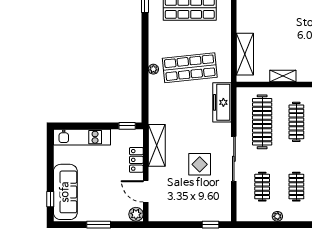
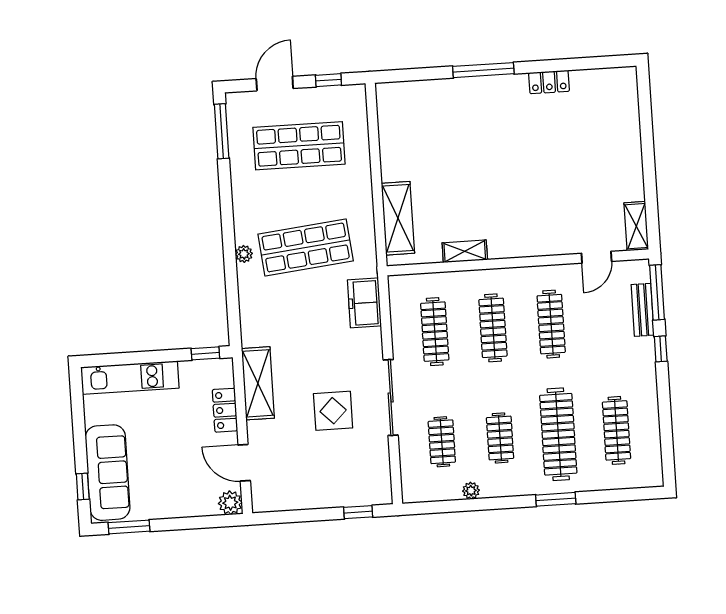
freezer: (222, 102) -> (364, 303), width x0.71
clothes rail: (262, 122) -> (435, 332), width x0.73, depth x0.76
window: (99, 225) -> (129, 527), moved

